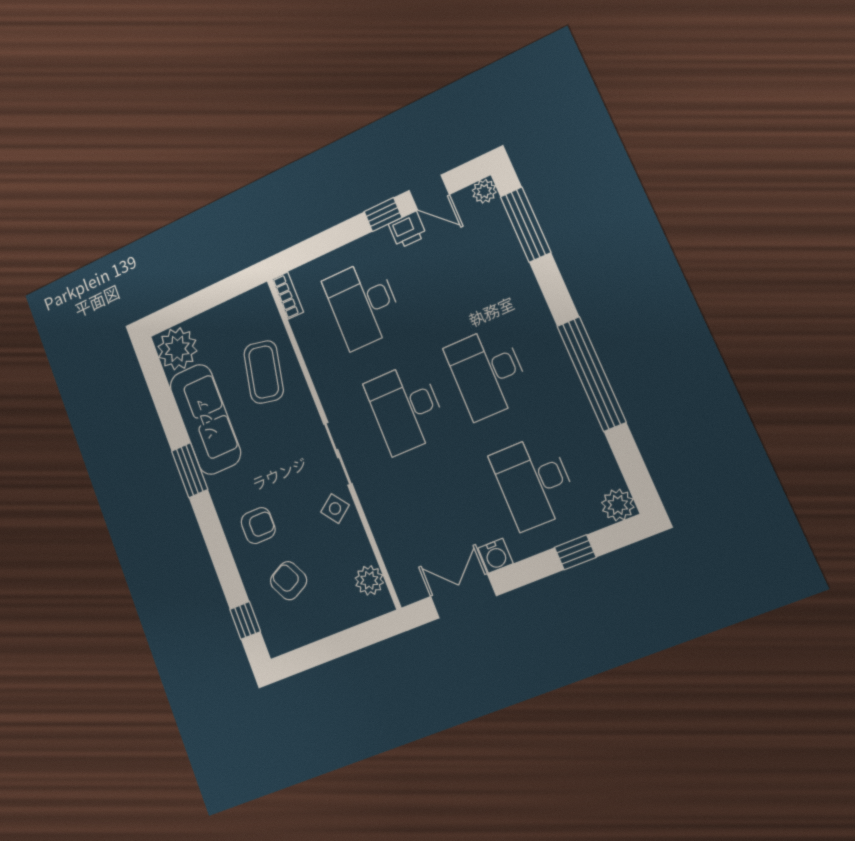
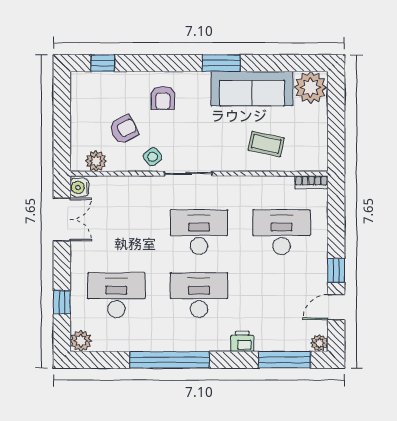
printer: (407, 230) -> (242, 341), moved, turned 90
coffee table: (264, 372) -> (266, 144), width x0.73, depth x0.77
water cooler: (496, 556) -> (79, 187), moved
armchair: (289, 581) -> (124, 129), moved

